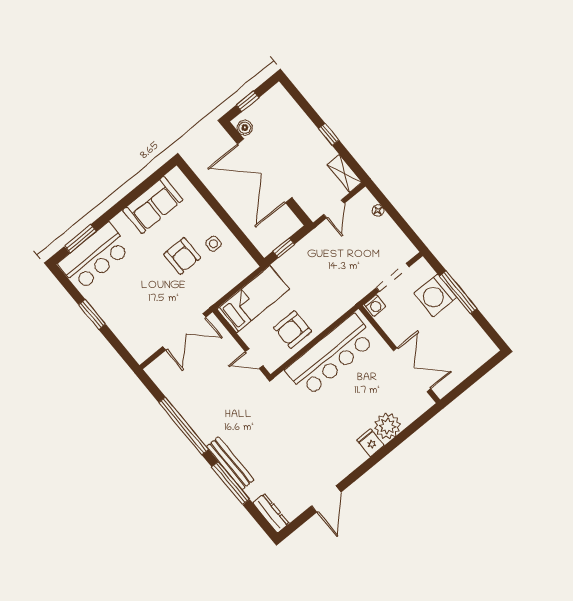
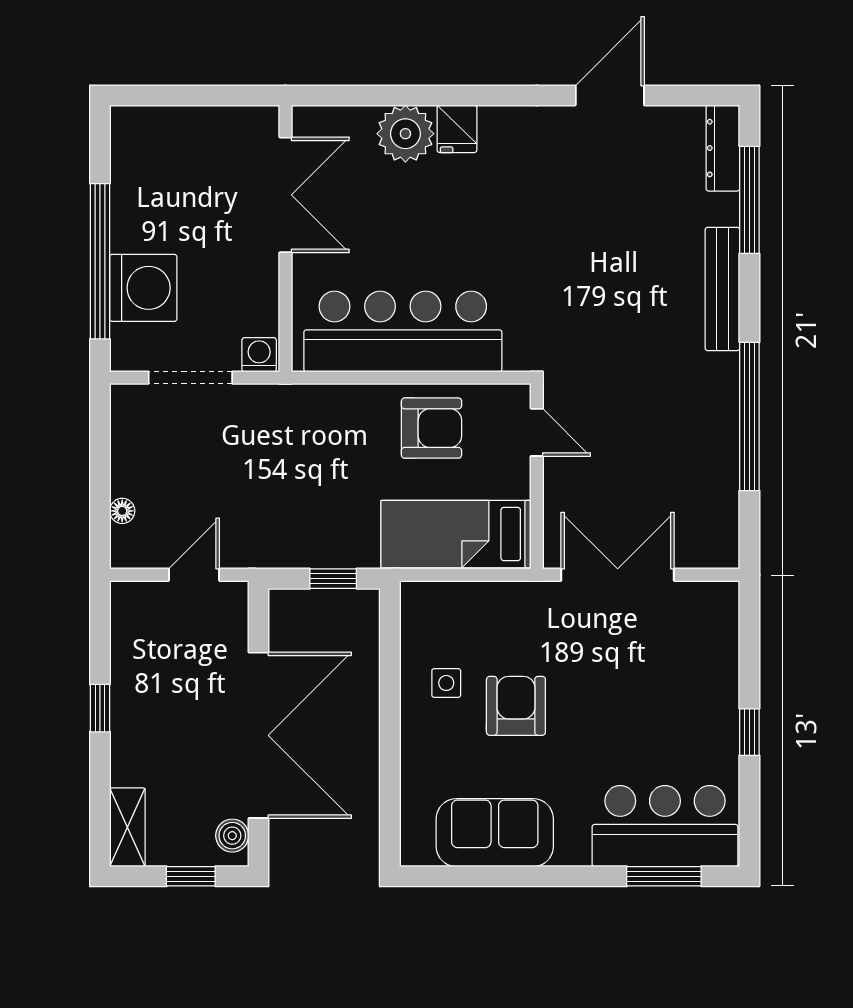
shelving: (344, 173) -> (127, 827), moved
window: (458, 292) -> (100, 261), width x1.46
window: (92, 314) -> (749, 732), width x0.67
double door: (412, 370) -> (285, 195), swing flipped
window: (231, 483) -> (749, 200), moved

